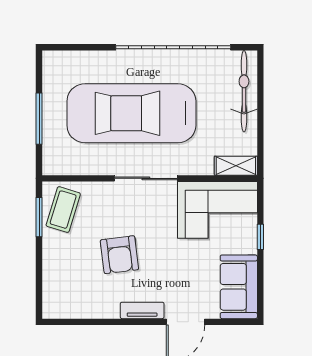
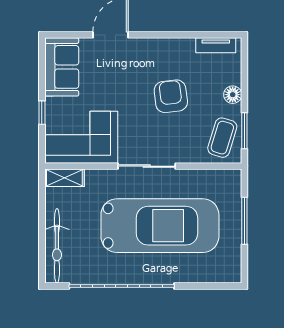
floor lamp: (52, 256) -> (233, 95), added
tv unit: (142, 310) -> (216, 45), moved

